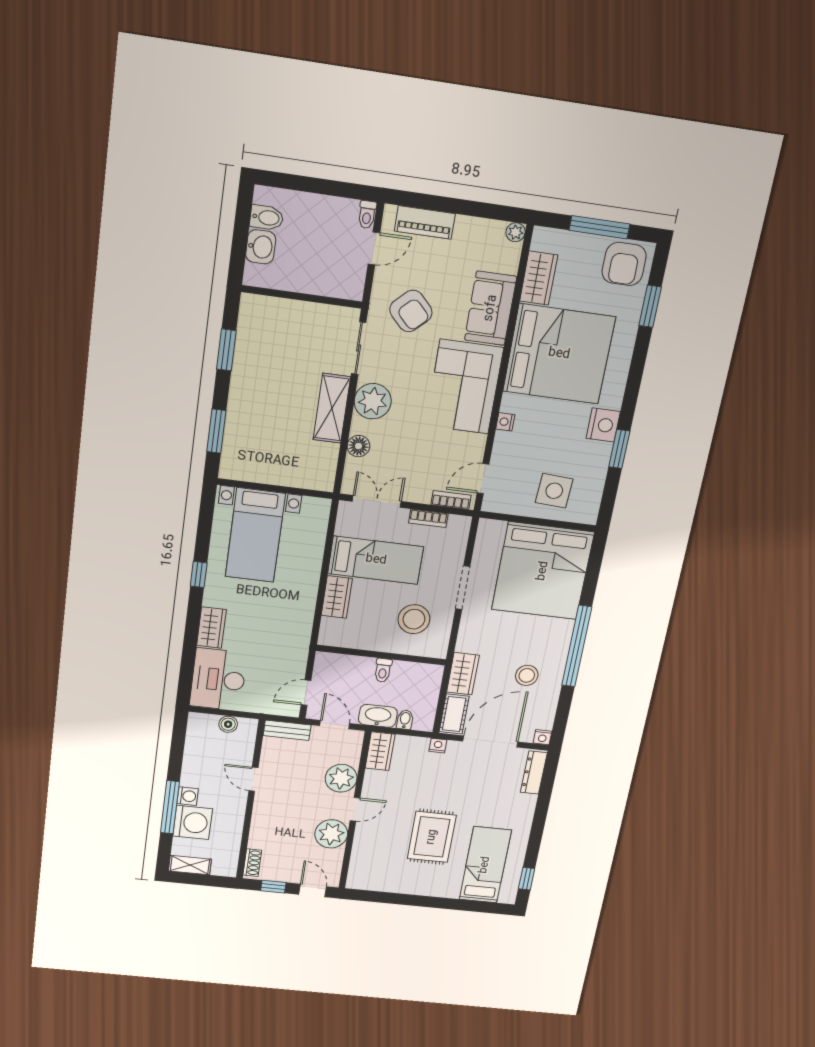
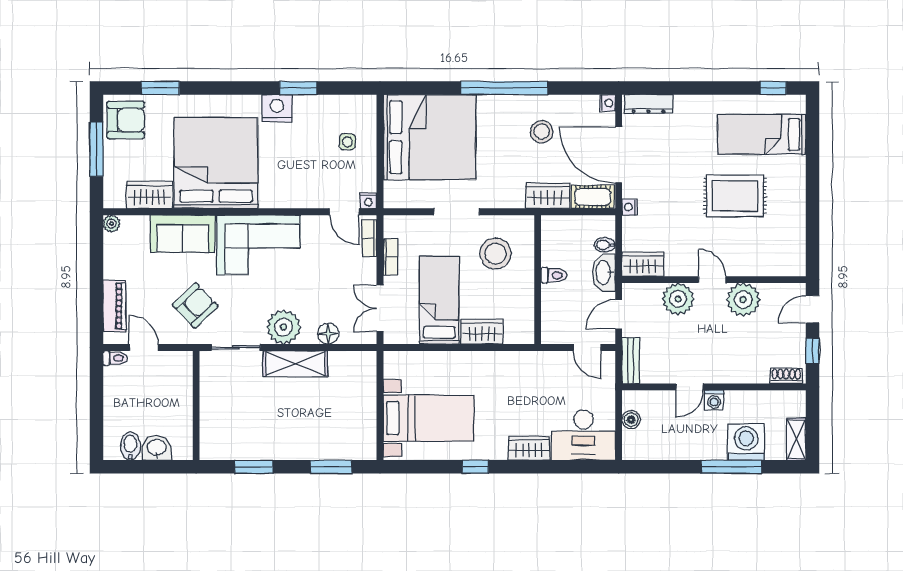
nightstand: (505, 422) -> (368, 201), moved
side table: (554, 491) -> (347, 142), width x0.54, depth x0.54
washing machine: (188, 796) -> (714, 400), moved, turned 180

